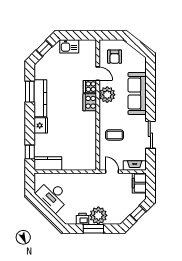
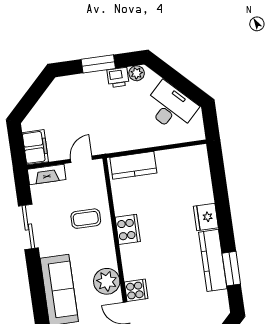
cooker: (90, 102) -> (128, 229), moved
window: (30, 152) -> (218, 172), removed
kitchen counter: (48, 163) -> (133, 165), moved
door: (112, 172) -> (81, 159), swing flipped
window: (138, 213) -> (30, 99), removed
plant: (98, 215) -> (137, 73), moved, width x0.53, depth x0.53

